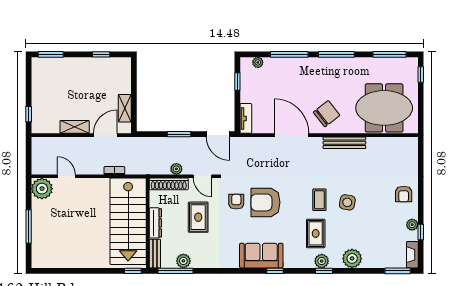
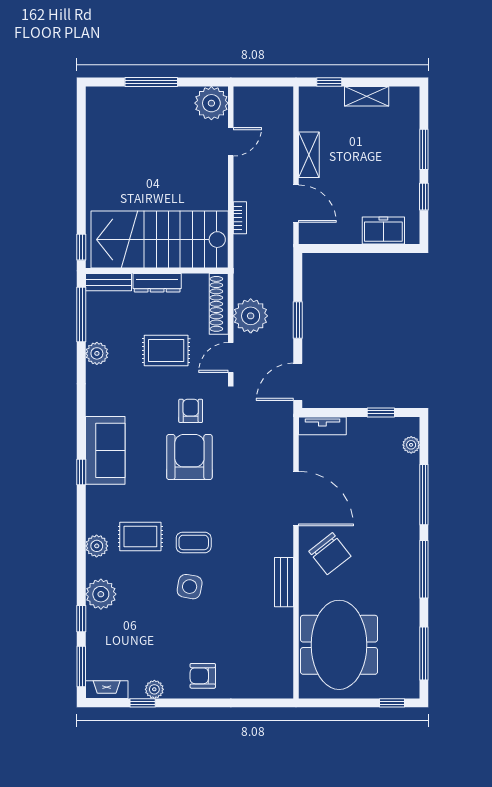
window: (51, 54) -> (424, 149), moved
freezer: (122, 80) -> (383, 231), added
shelving: (125, 108) -> (367, 96), moved
door: (292, 135) -> (296, 499), hinge flipped
bench: (344, 143) -> (284, 582), width x0.73
plant: (176, 169) -> (251, 316), width x1.88, depth x1.88
armchair: (236, 202) -> (191, 411), turned -90
plant: (183, 261) -> (97, 353), moved
window: (324, 271) -> (81, 619), moved

